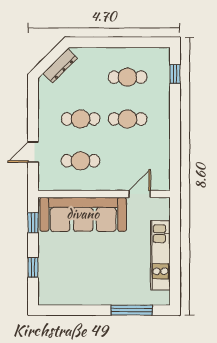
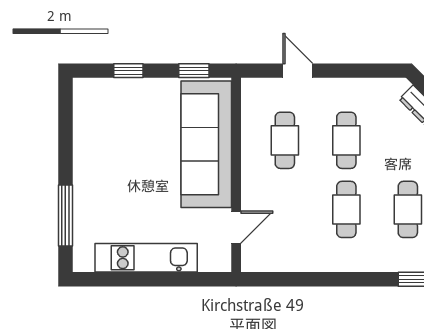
door: (140, 194) -> (236, 227), hinge flipped

